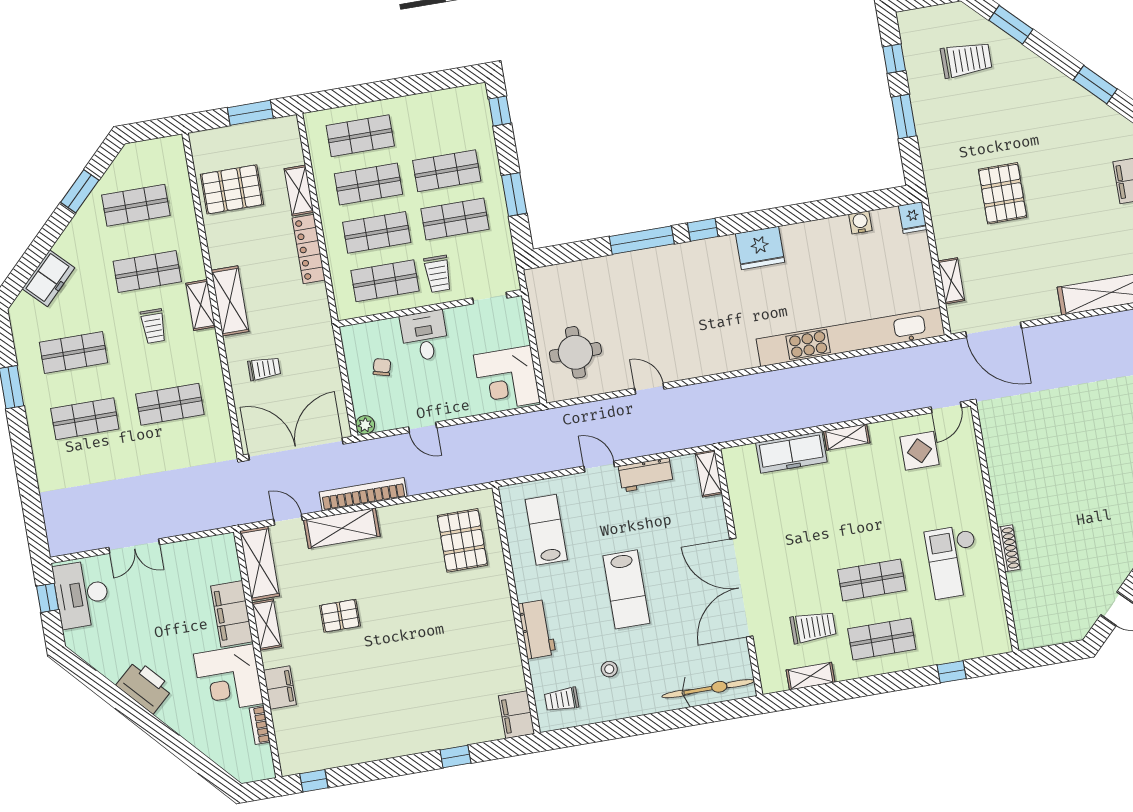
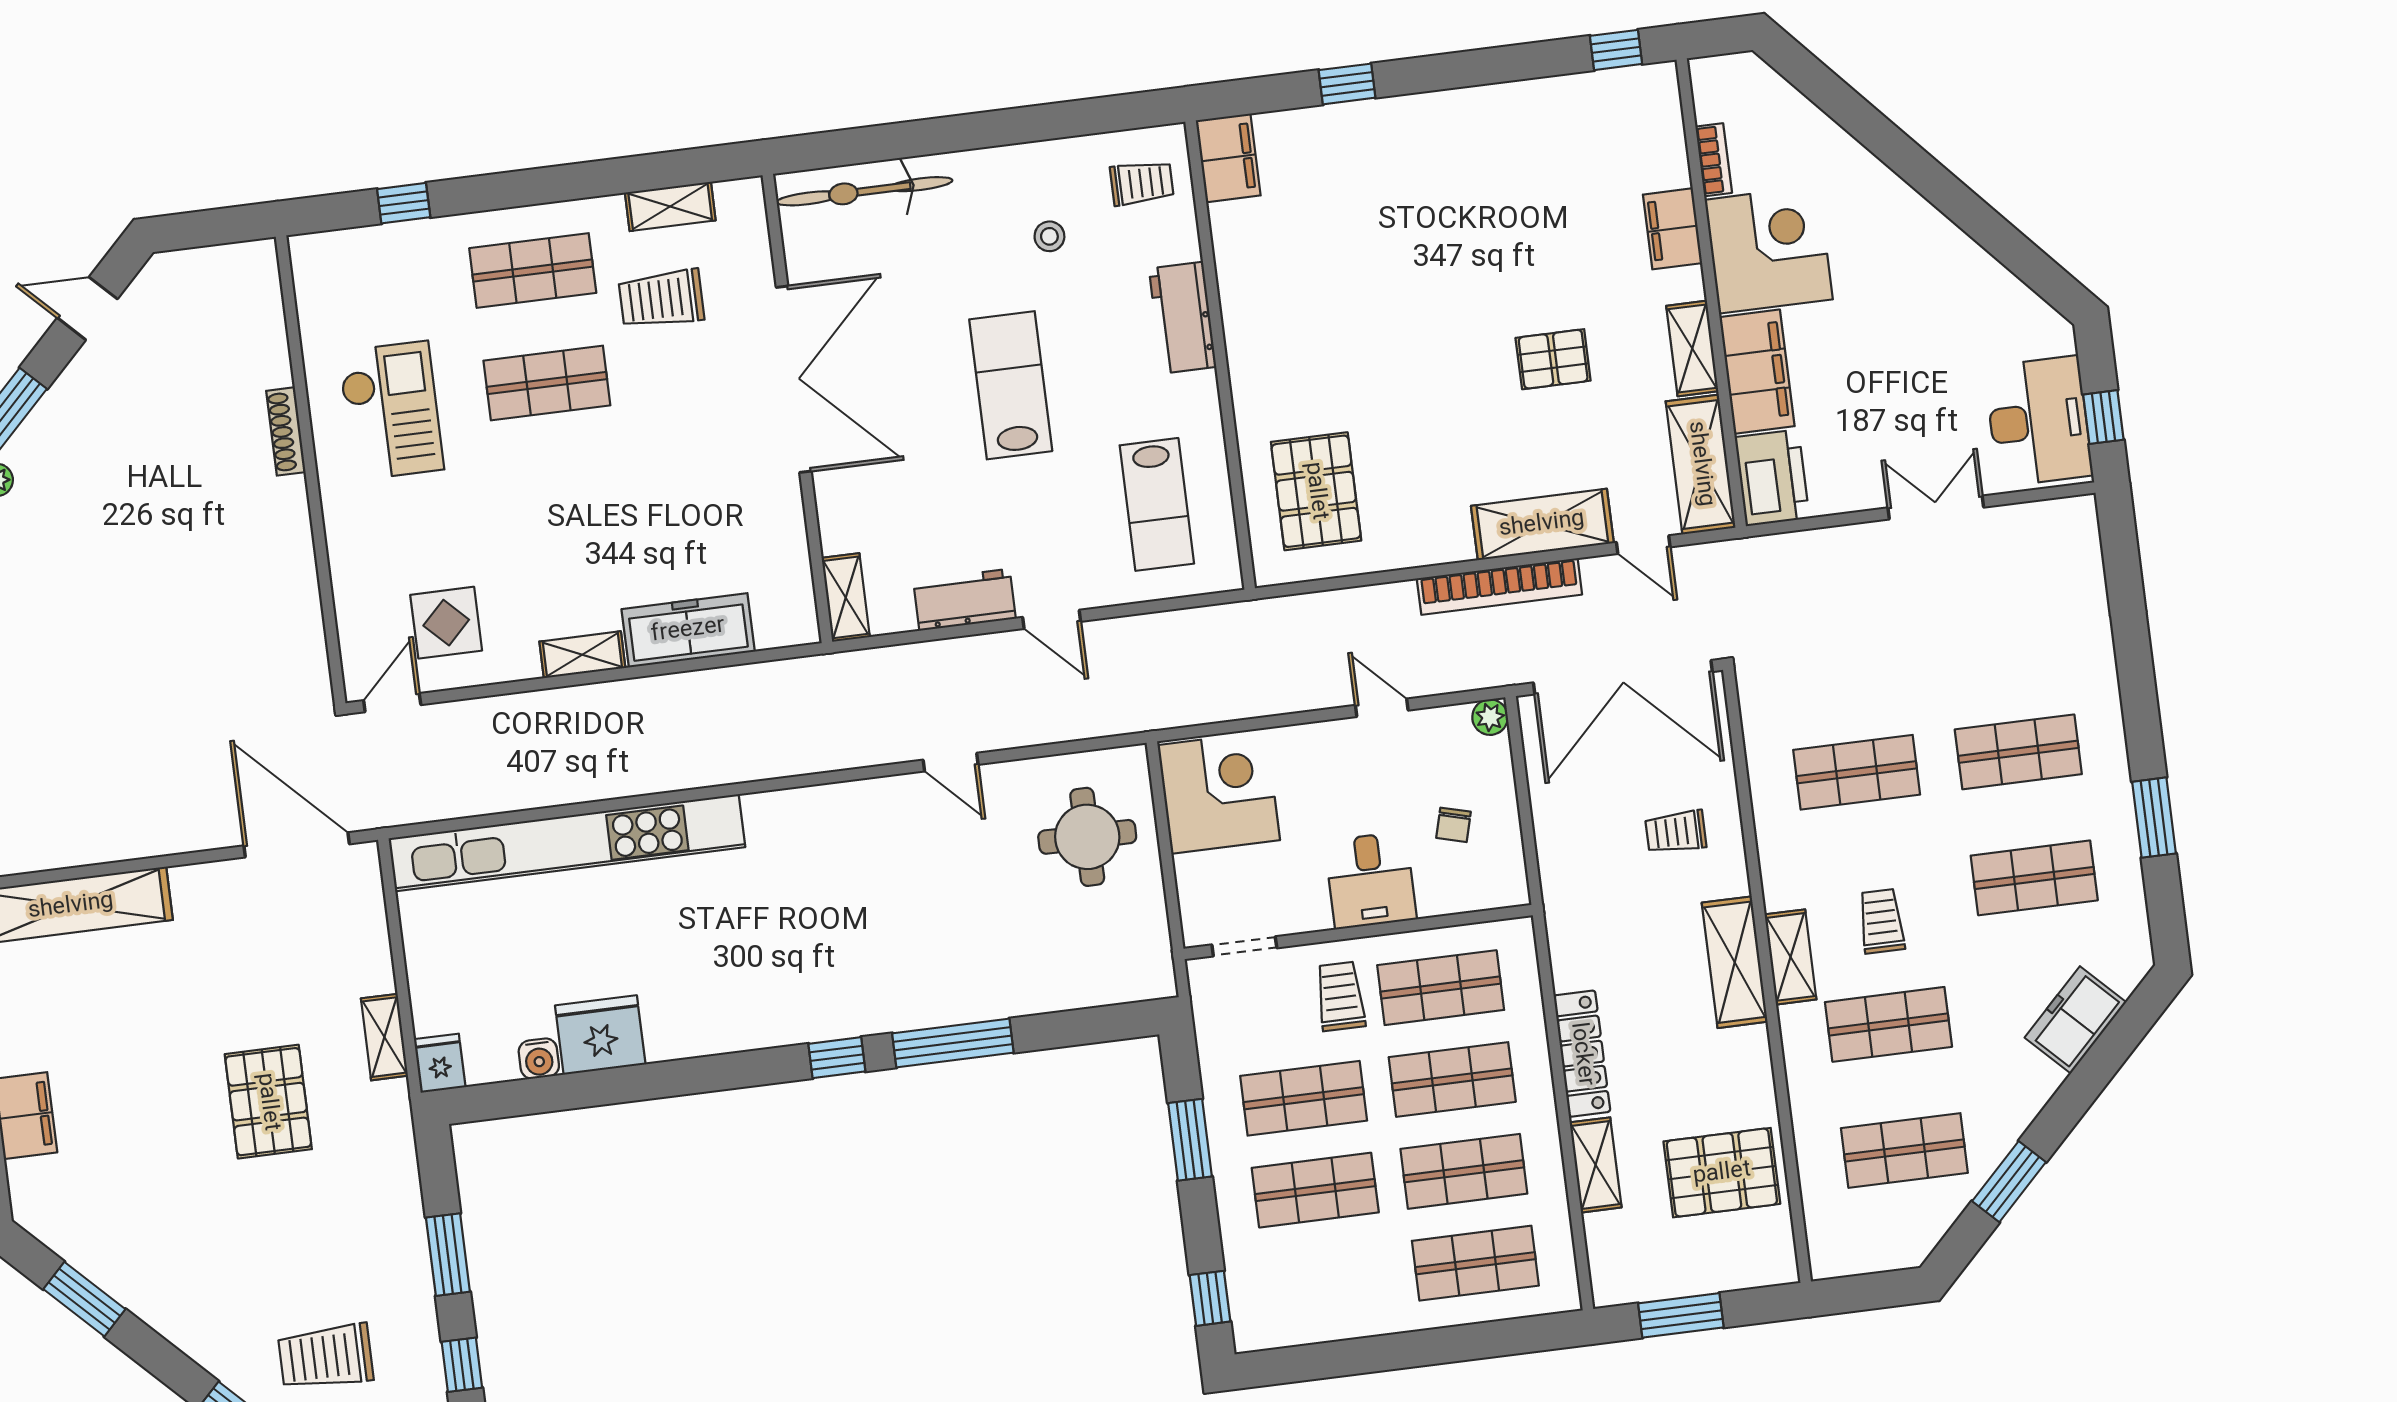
fridge: (760, 248) -> (600, 1035), moved
shelving: (951, 281) -> (384, 1037), moved
printer: (145, 687) -> (1772, 478), moved, turned -138

